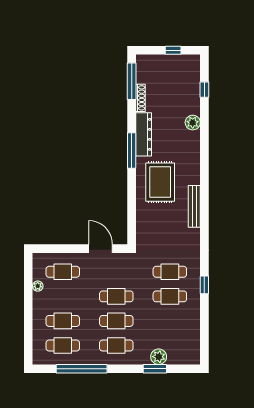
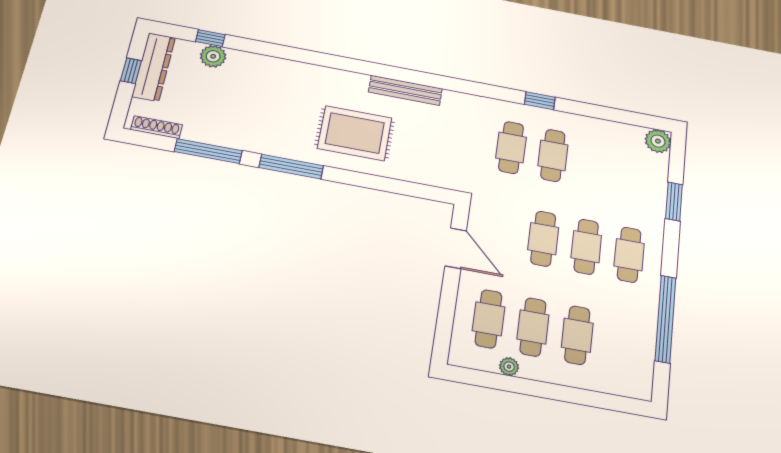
window: (132, 81) -> (208, 151), moved
shoe rack: (141, 98) -> (156, 127), moved
plant: (193, 123) -> (213, 56), moved
dresser: (144, 134) -> (154, 67), moved, turned 90
door: (101, 249) -> (456, 248), swing flipped
cafe table: (63, 346) -> (533, 327), moved
plant: (159, 357) -> (658, 141), moved

